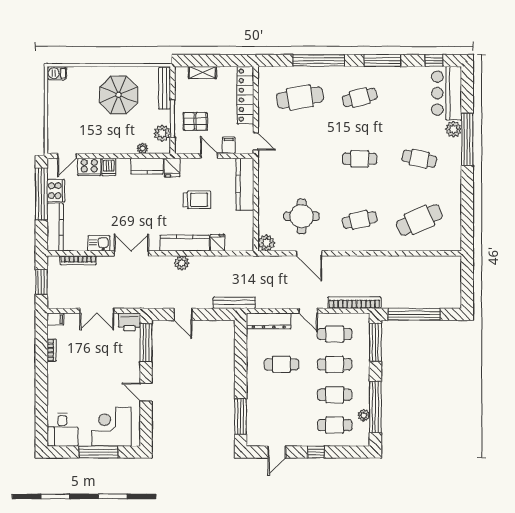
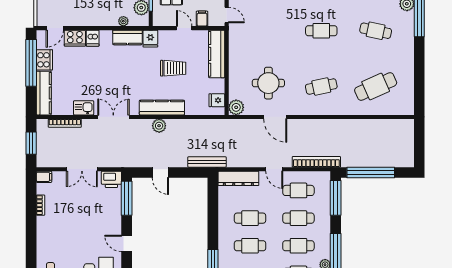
fridge: (218, 243) -> (217, 100), moved, turned -90
cafe table: (281, 395) -> (250, 246), added

